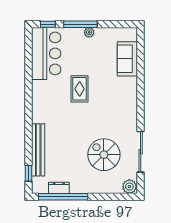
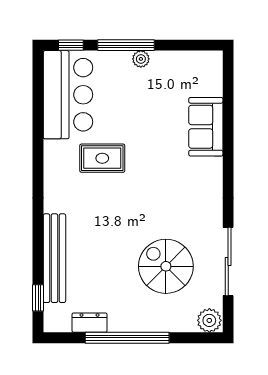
sofa: (127, 59) -> (206, 127), moved
rug: (80, 89) -> (102, 158), moved, turned 90
window: (63, 197) -> (127, 338), moved

